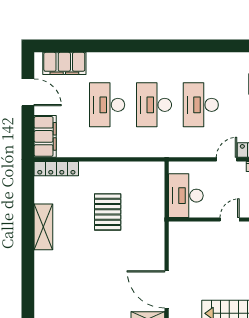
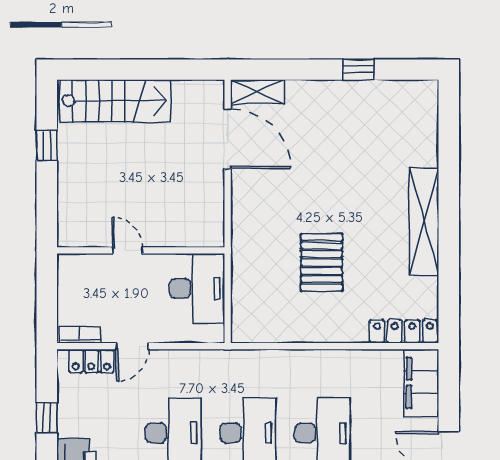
door: (230, 219) -> (127, 250), swing flipped
shelving: (43, 227) -> (424, 222), width x1.47

